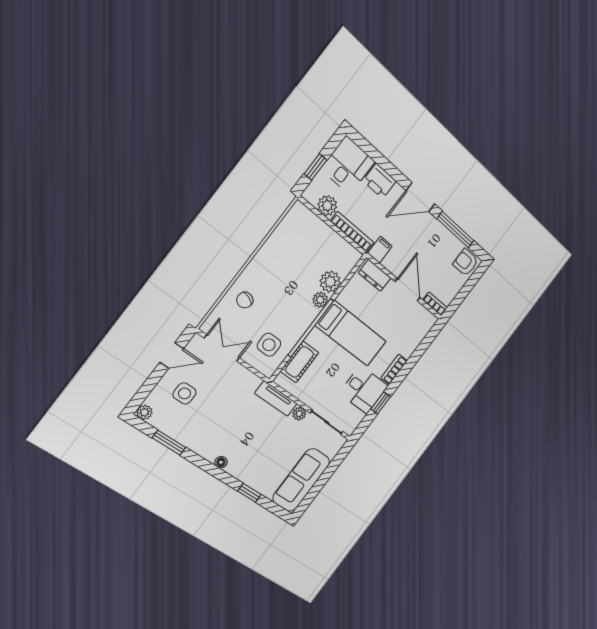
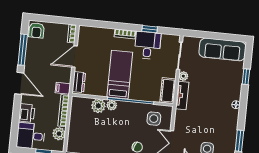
cot: (299, 362) -> (168, 91), moved, turned 90

